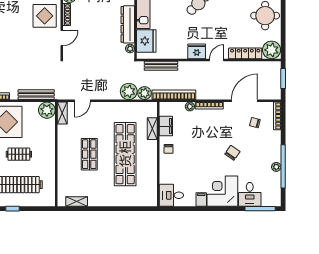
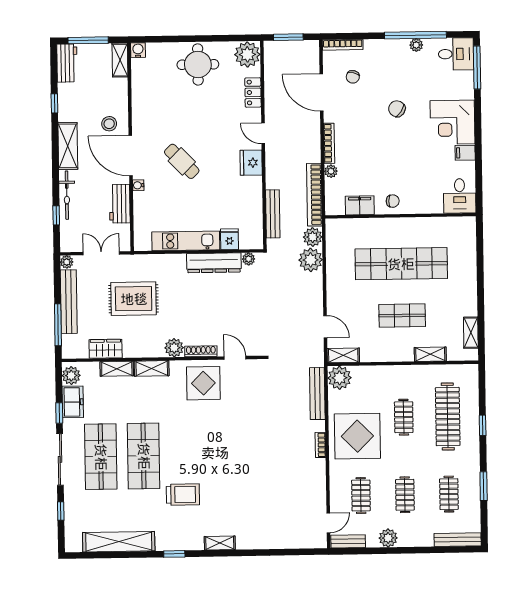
fridge: (146, 41) -> (229, 239), width x0.53, depth x0.75
locker: (245, 53) -> (253, 92), width x0.66
shelving: (152, 129) -> (430, 354), moved
desk: (250, 194) -> (456, 54), moved

